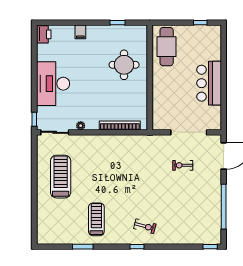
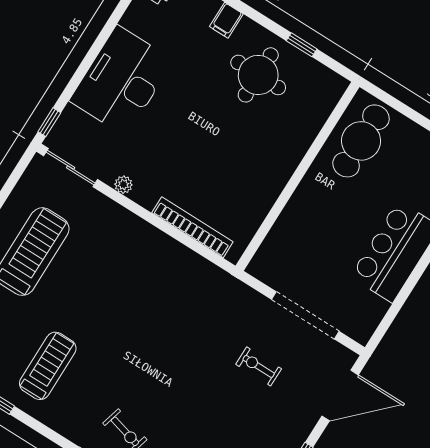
round table: (124, 65) -> (258, 75), moved

